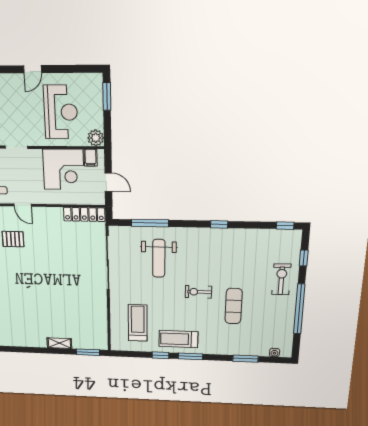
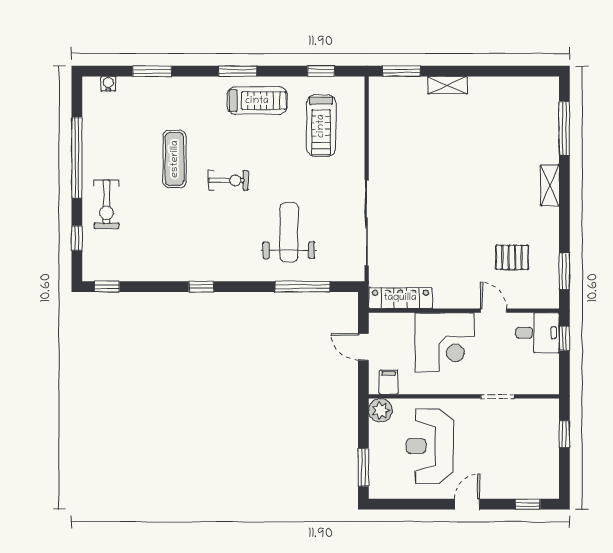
corner desk: (64, 169) -> (445, 342), moved, turned 180
window: (160, 355) -> (321, 71), moved

